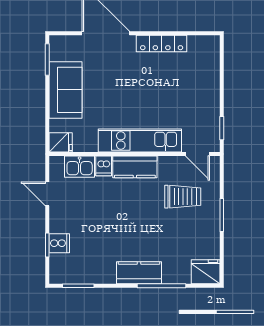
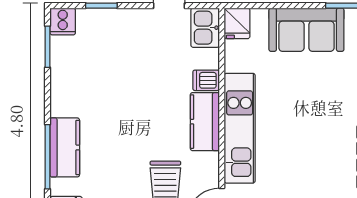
kitchen sink: (80, 167) -> (205, 28), moved
cooker: (59, 243) -> (63, 22), moved
kitchen counter: (139, 273) -> (65, 147), moved

